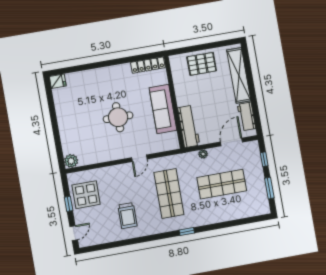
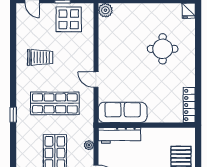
sofa: (163, 109) -> (123, 112), moved
round table: (118, 117) -> (163, 49), moved
trolley: (127, 216) -> (40, 57), turned 180

